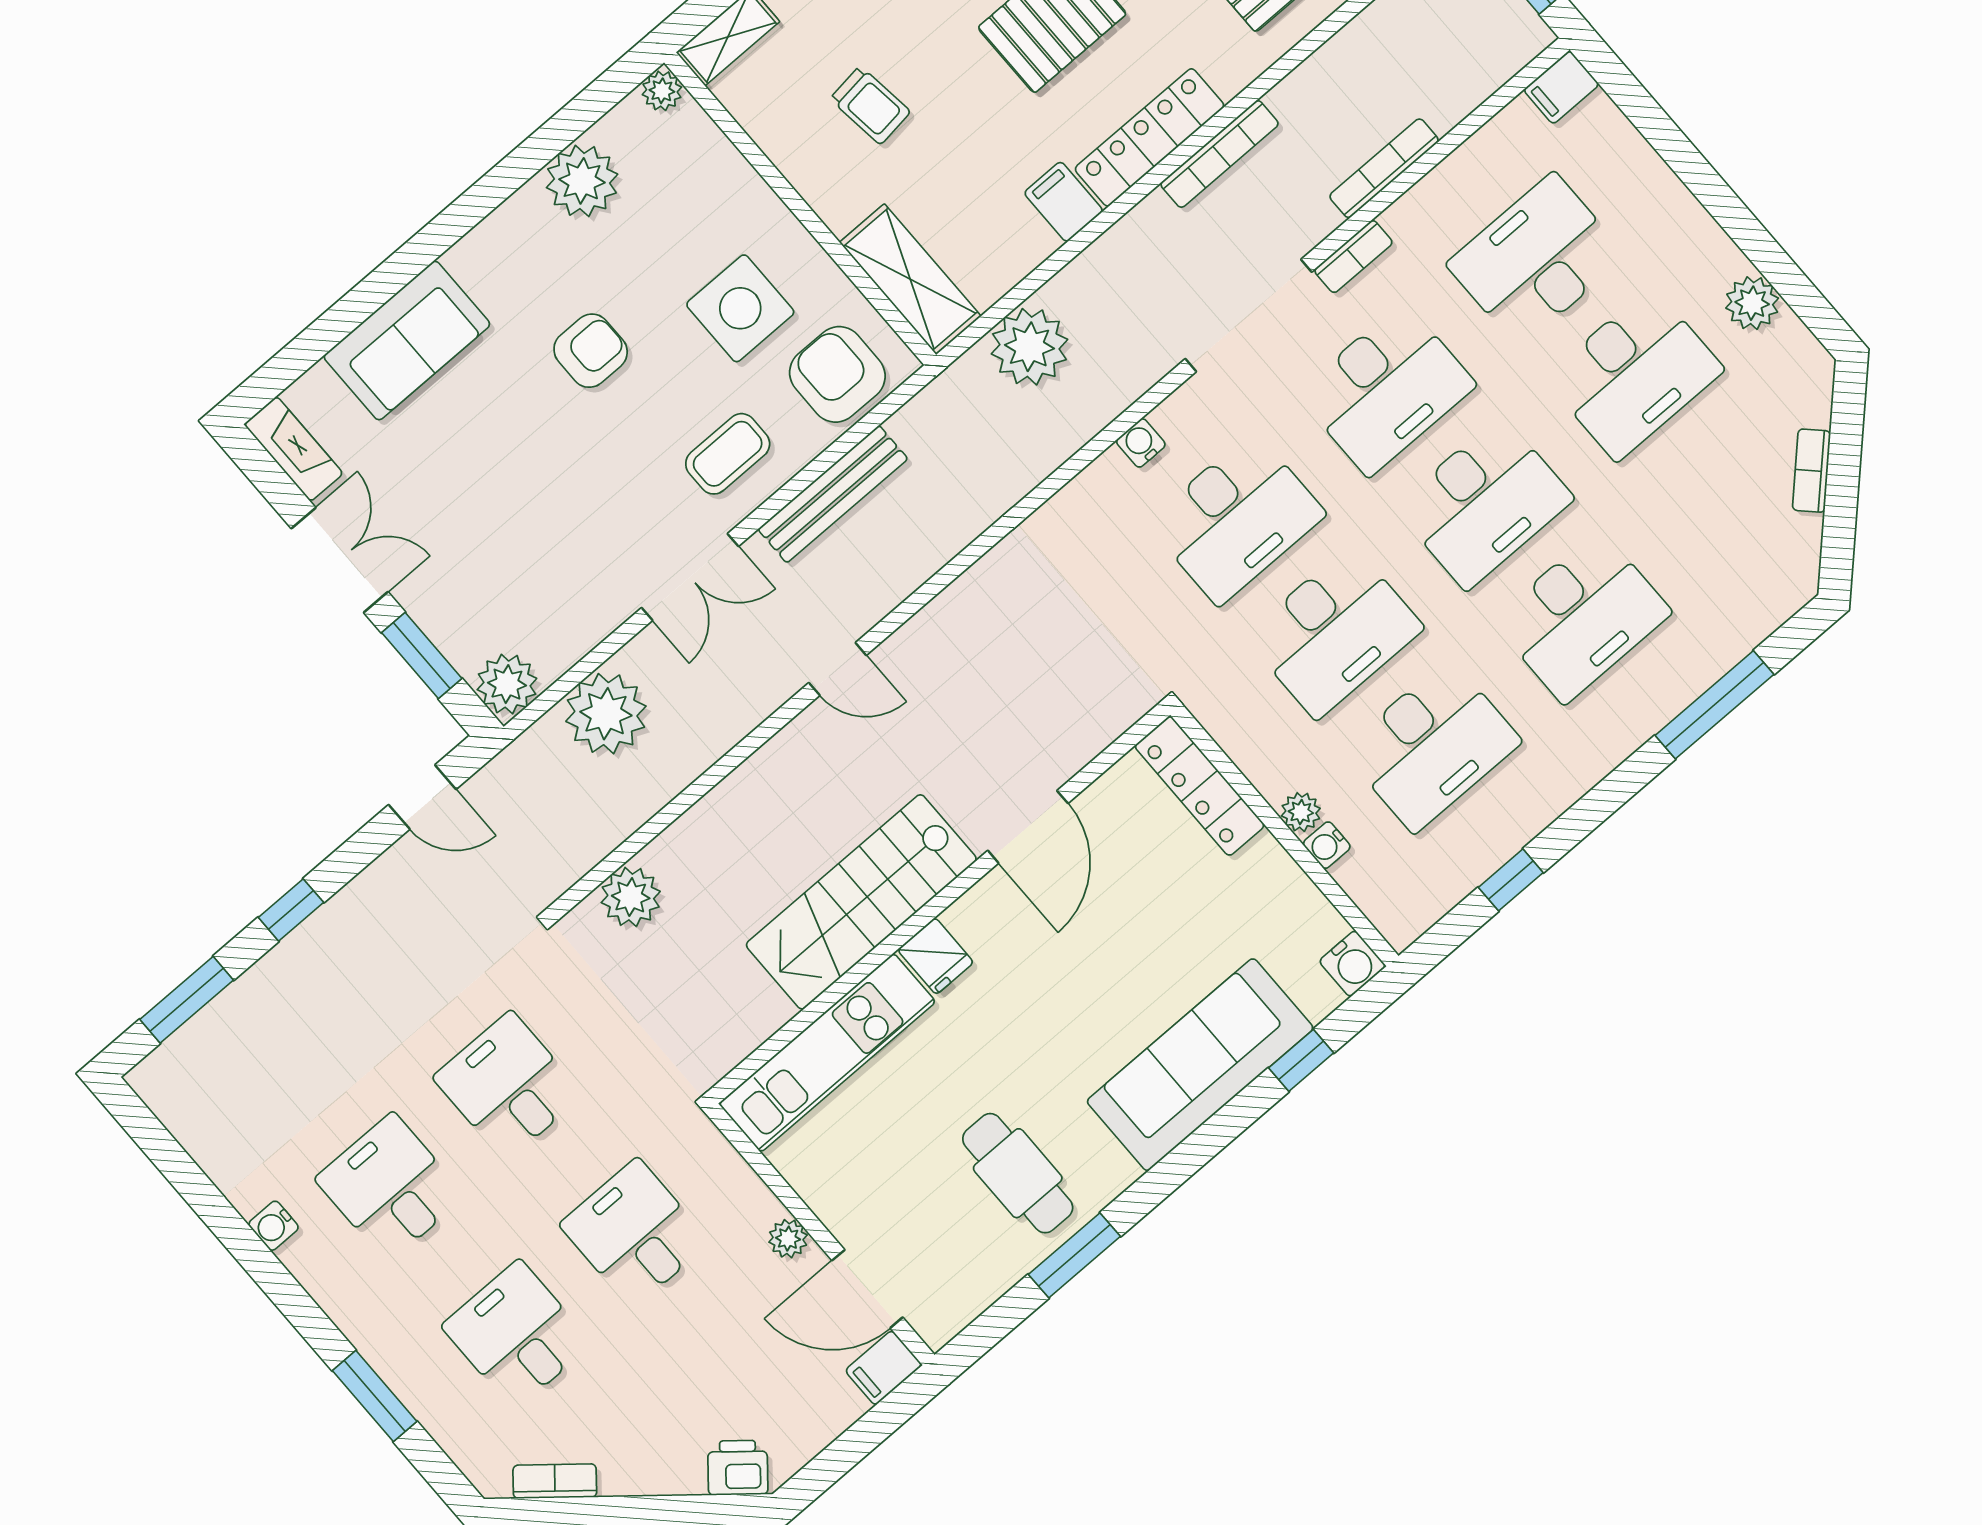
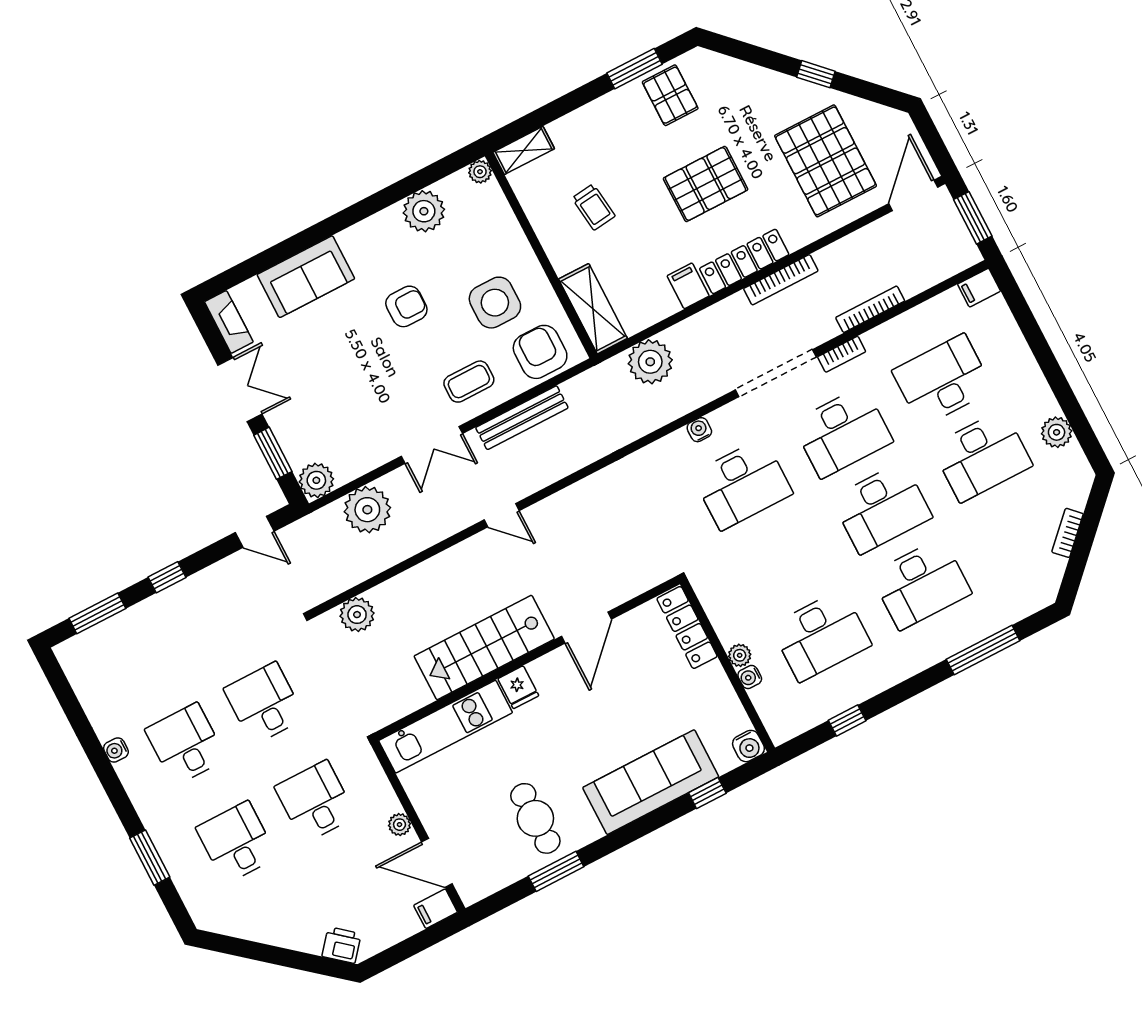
desk: (1334, 632) -> (782, 560), removed
bookcase: (555, 1481) -> (238, 928), removed

